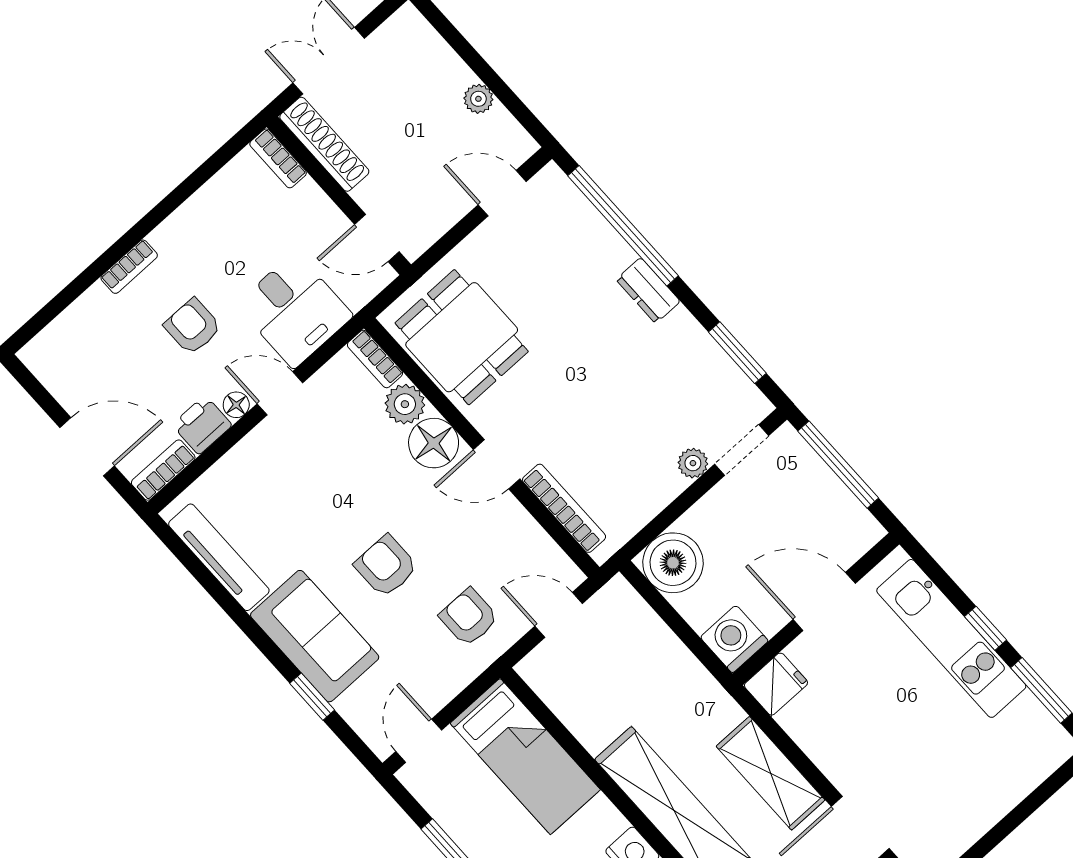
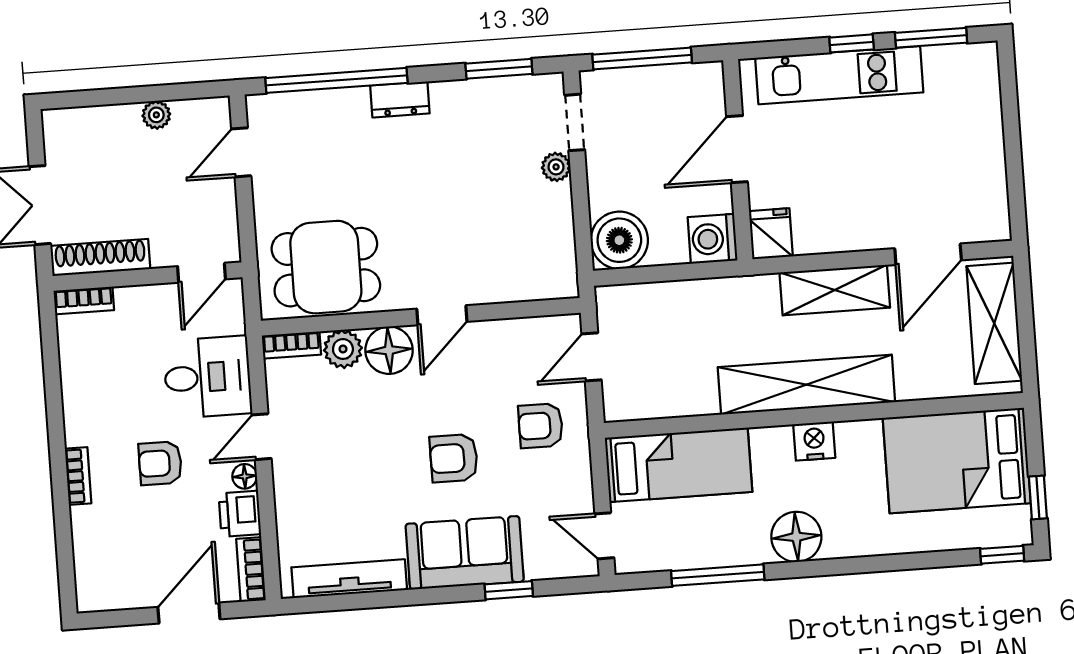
bookcase: (564, 508) -> (515, 290), removed

